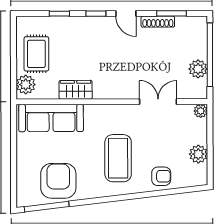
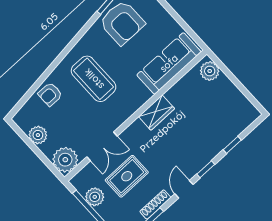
door: (126, 14) -> (184, 189), hinge flipped
rug: (36, 54) -> (127, 176), moved, turned 90
wardrobe: (76, 90) -> (156, 113), moved
plant: (201, 111) -> (65, 160), width x1.88, depth x1.88

